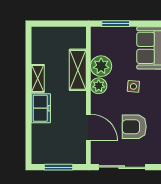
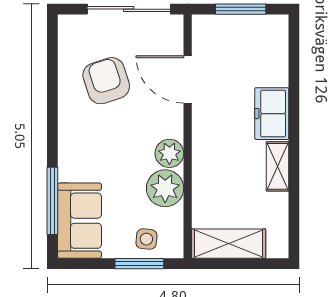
shelving: (78, 70) -> (229, 244), moved, turned 90
side table: (133, 86) -> (146, 239), moved
armchair: (134, 127) -> (106, 81), turned -108

